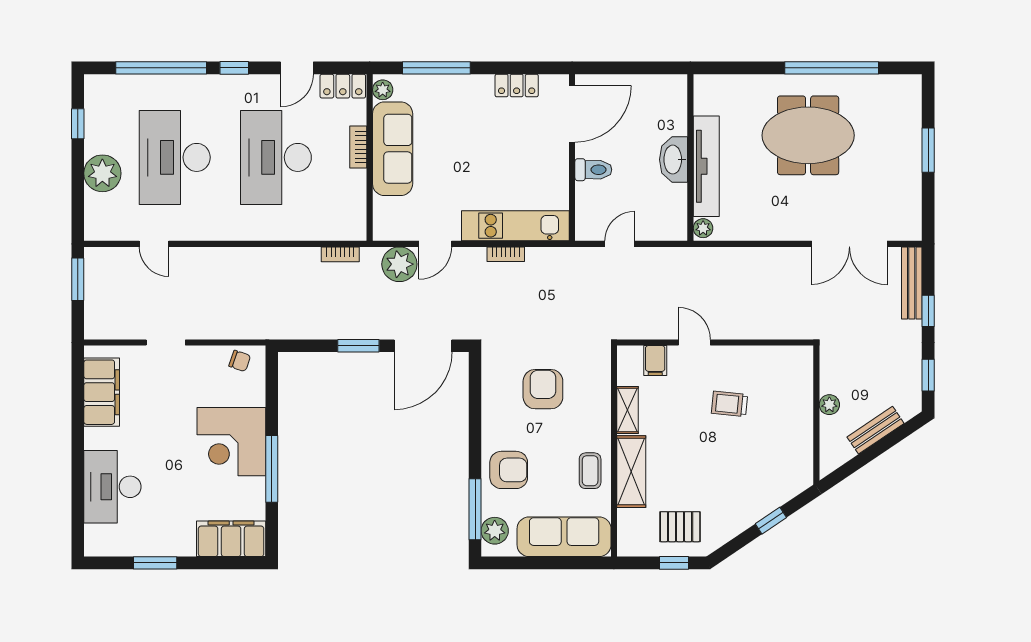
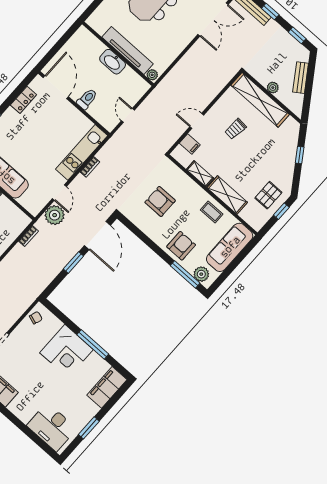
shelving: (798, 402) -> (260, 100), added
desk: (112, 487) -> (52, 427), moved

